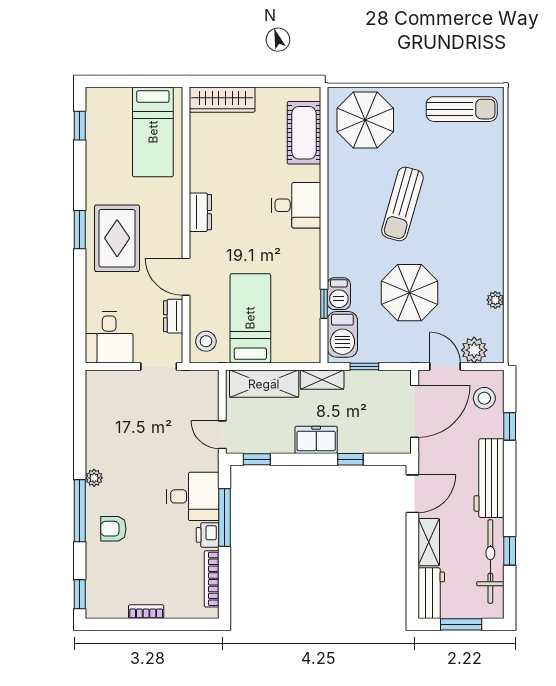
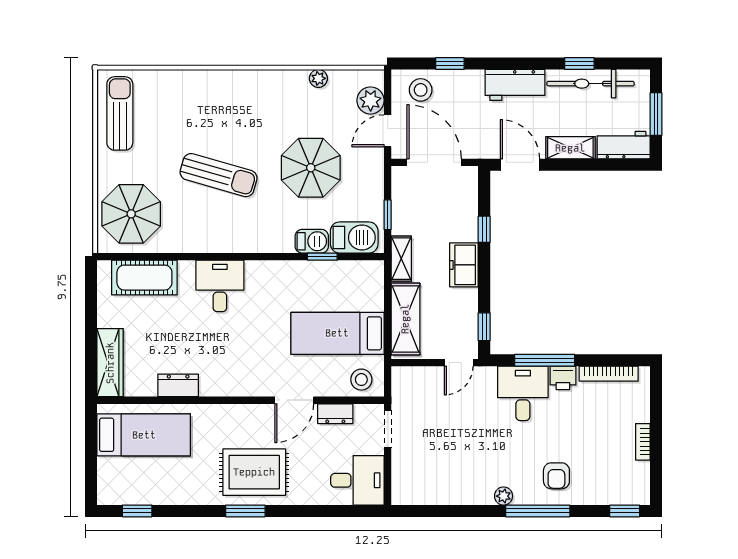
dresser: (200, 212) -> (178, 385), moved
workbench: (489, 478) -> (515, 85), width x0.73

